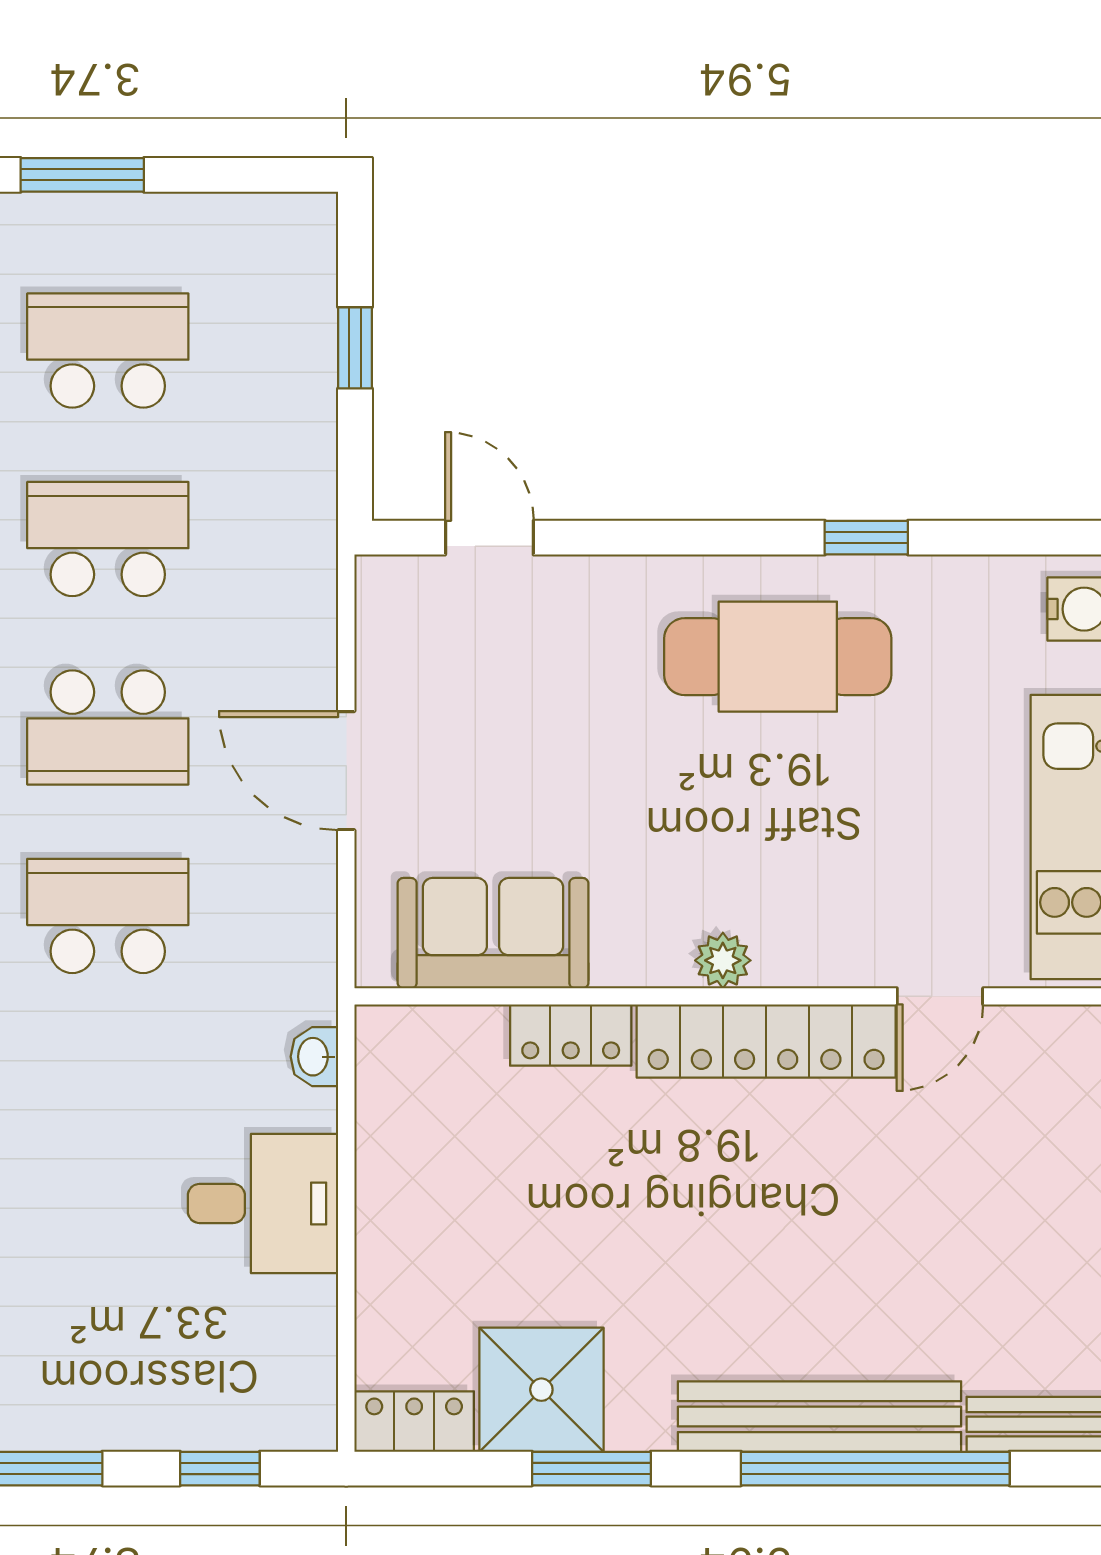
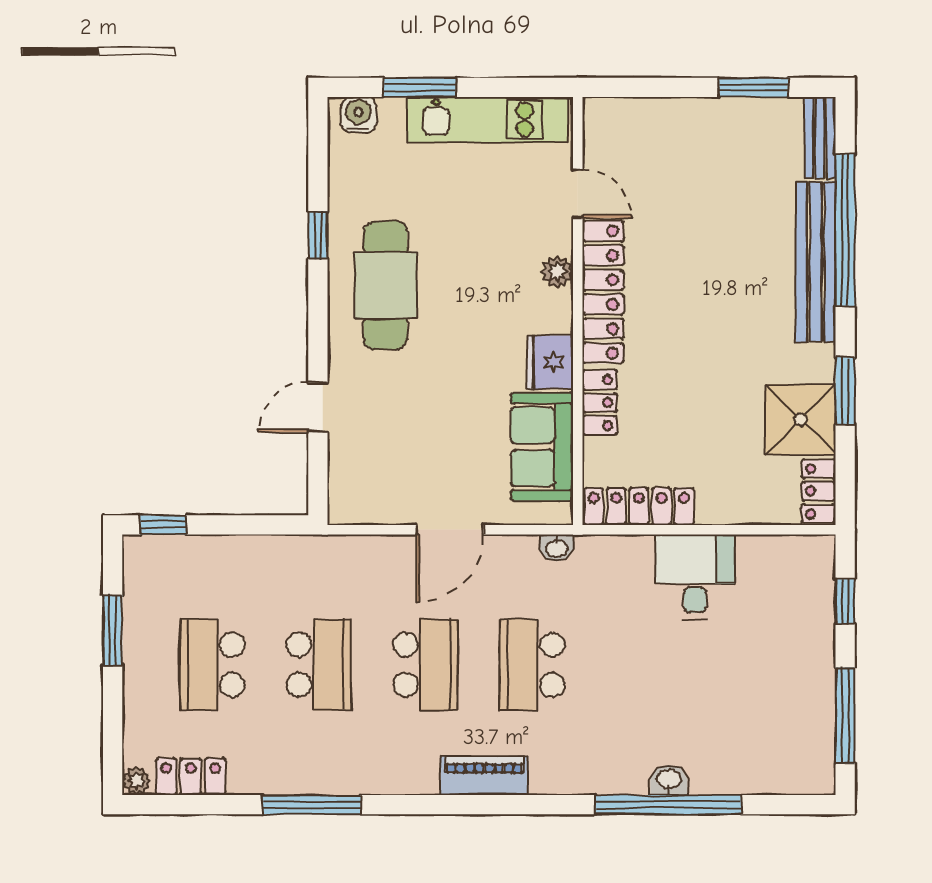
window: (82, 175) -> (113, 630), moved
window: (355, 348) -> (163, 525), moved
door: (489, 538) -> (318, 407), moved
school desk: (108, 539) -> (319, 665), turned 180
fridge: (642, 948) -> (550, 362), added
plant: (723, 960) -> (557, 272), moved
washbasin: (314, 1057) -> (557, 548), moved
locker: (387, 1104) -> (639, 506), added

